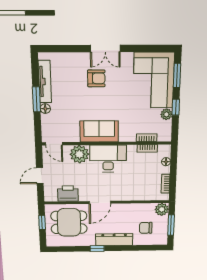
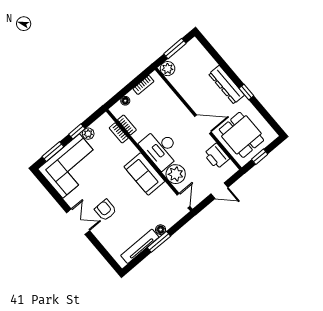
chair: (146, 228) -> (194, 67), removed

